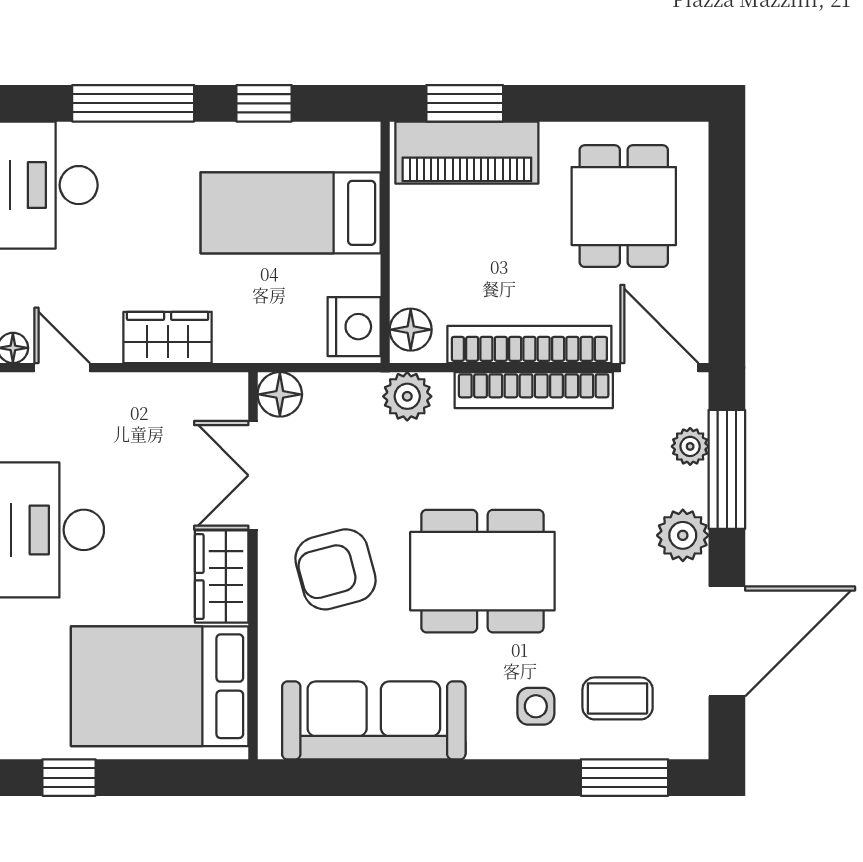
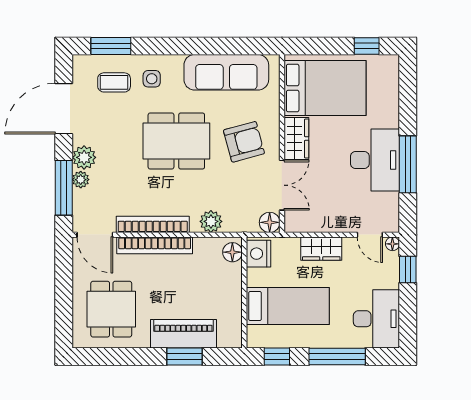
bed: (291, 213) -> (288, 306), moved
wall: (385, 242) -> (244, 292), moved
nightstand: (354, 327) -> (258, 254), moved
floor lamp: (411, 330) -> (232, 252), moved
plant: (690, 446) -> (81, 180), moved

